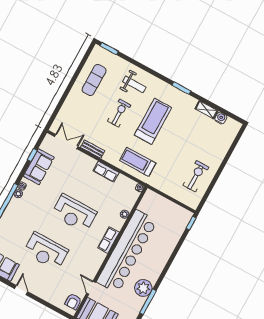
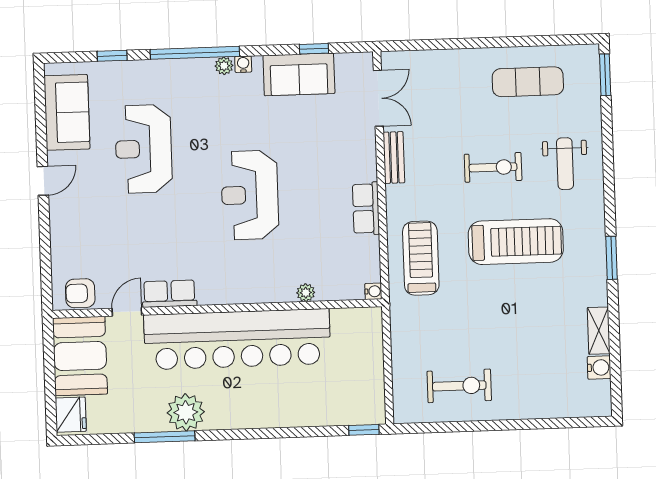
row of seats: (109, 240) -> (169, 294), moved
reception desk: (46, 251) -> (144, 149), moved

